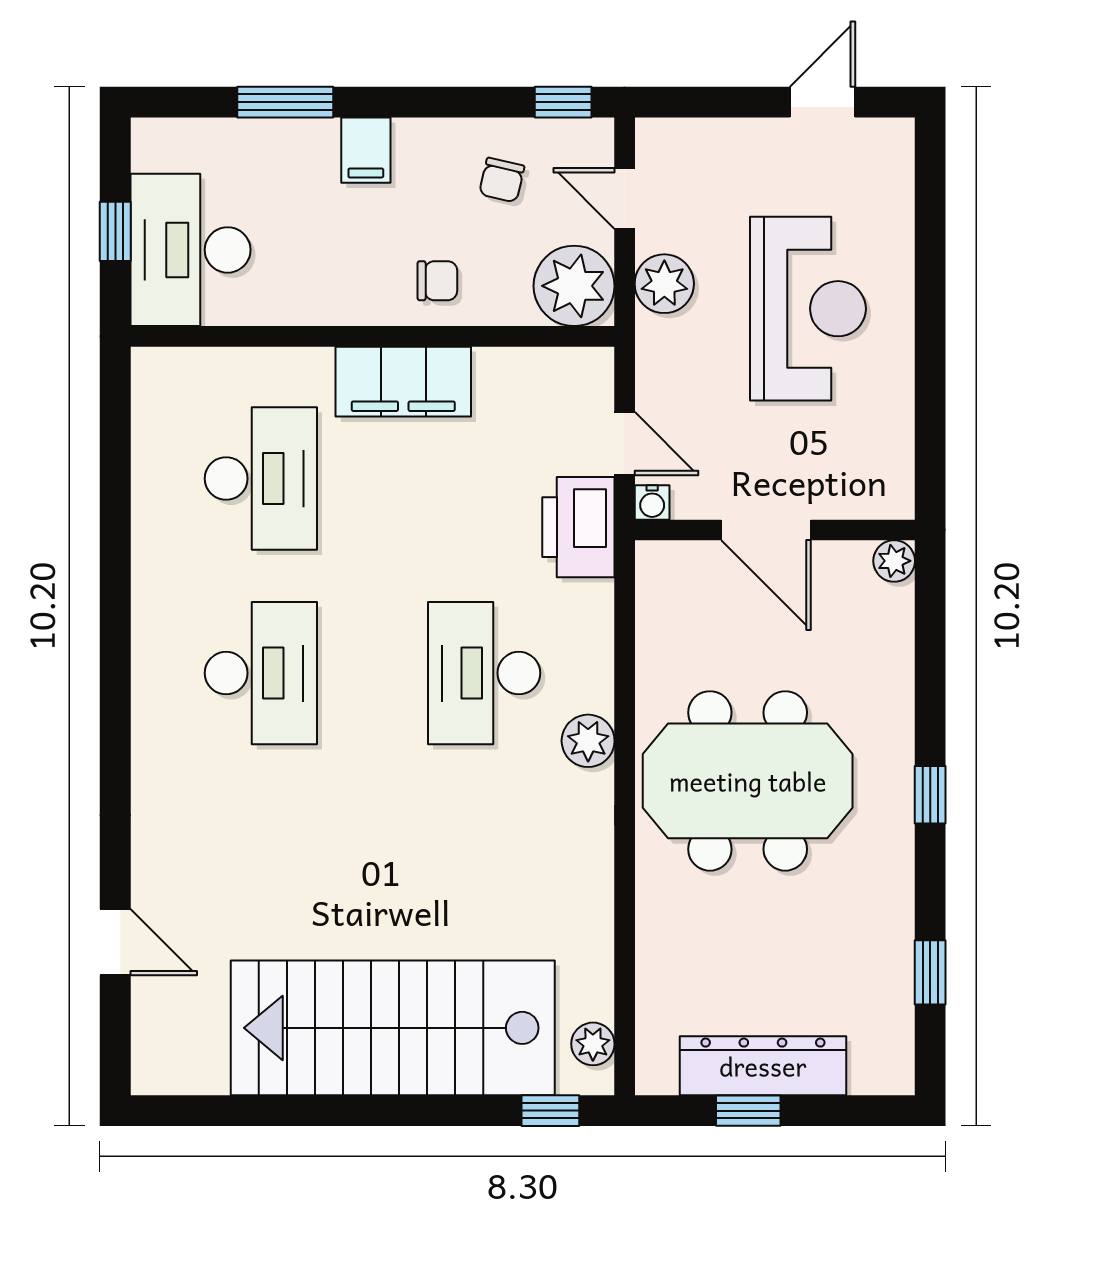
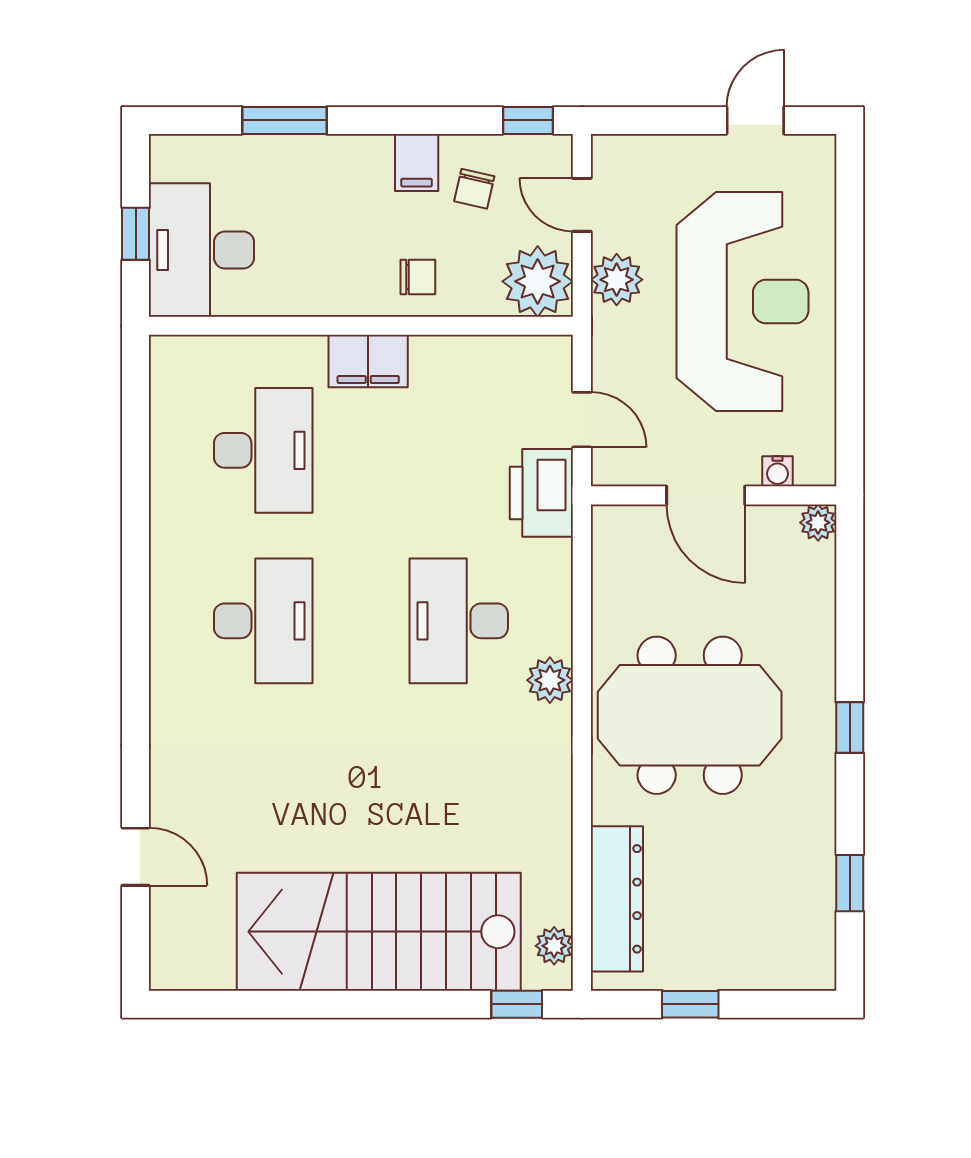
filing cabinet: (366, 150) -> (417, 163), moved
reception desk: (808, 309) -> (743, 302), width x1.36, depth x1.30
filing cabinet: (403, 382) -> (368, 361), width x0.67, depth x0.86
water cooler: (652, 502) -> (777, 471), moved
dresser: (763, 1066) -> (617, 899), moved, turned 90

